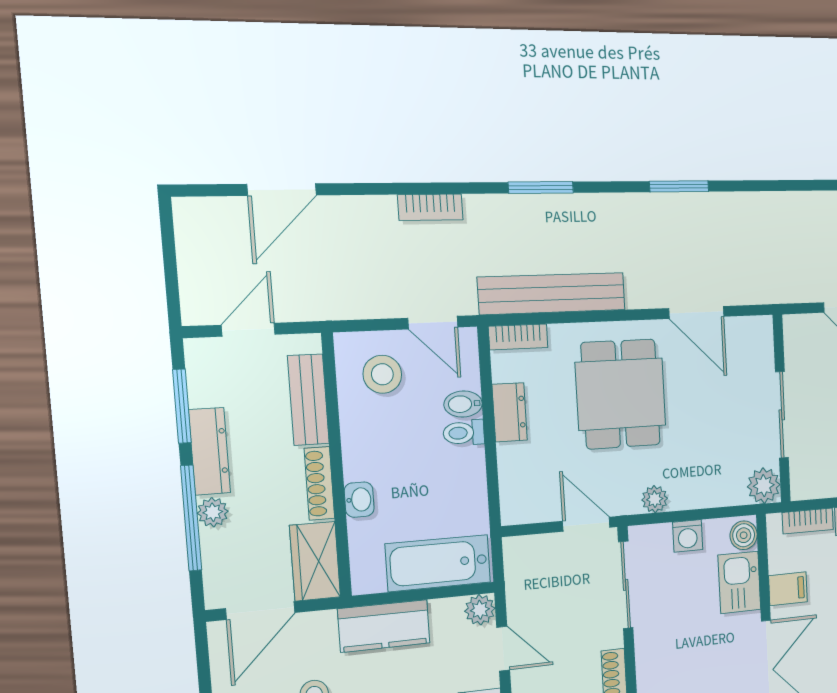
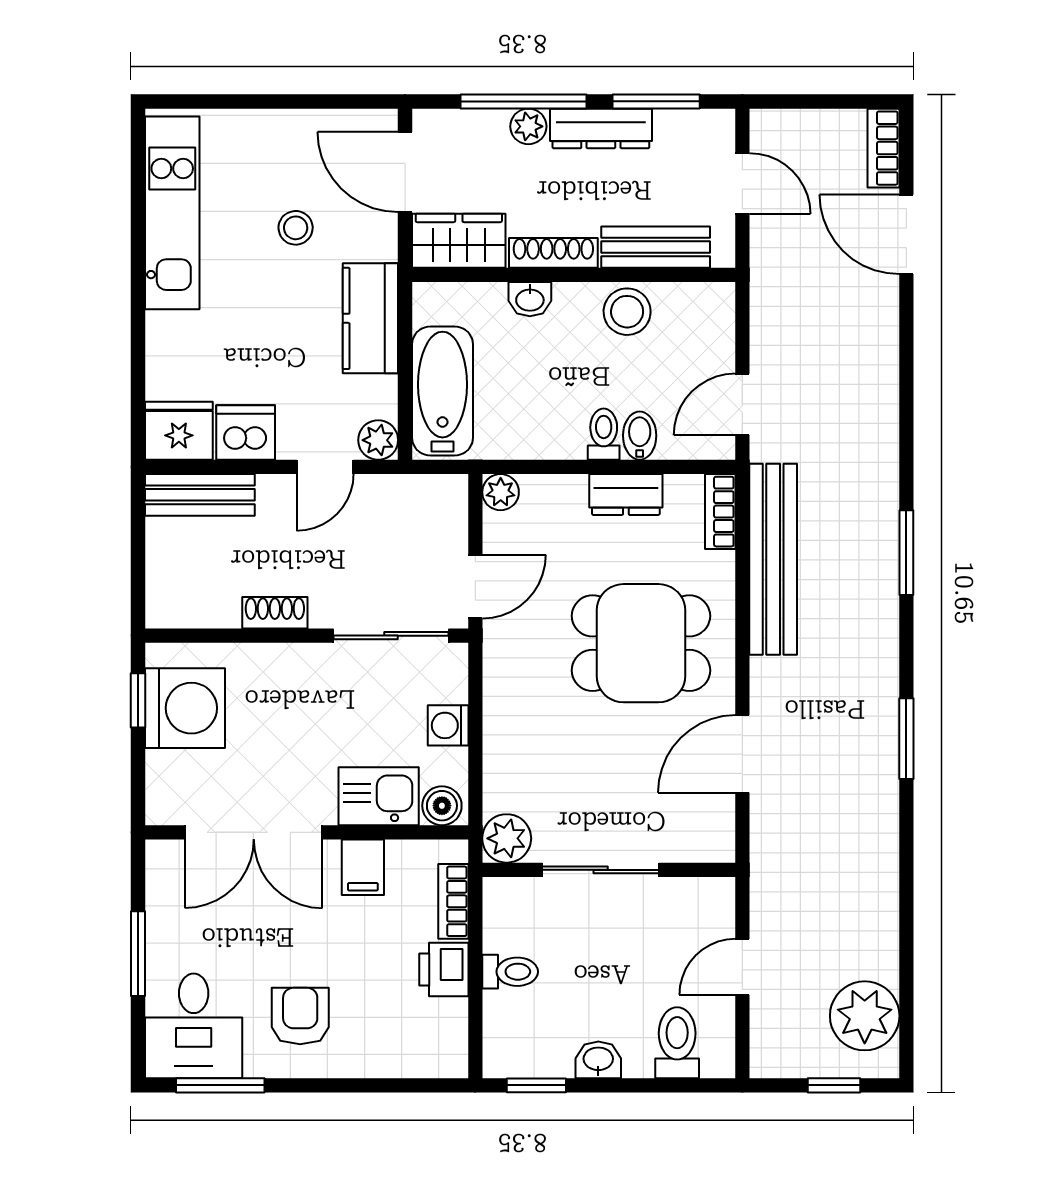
bookcase: (430, 207) -> (883, 148), moved
stool: (382, 374) -> (627, 312), moved
plant: (655, 499) -> (501, 492), moved

